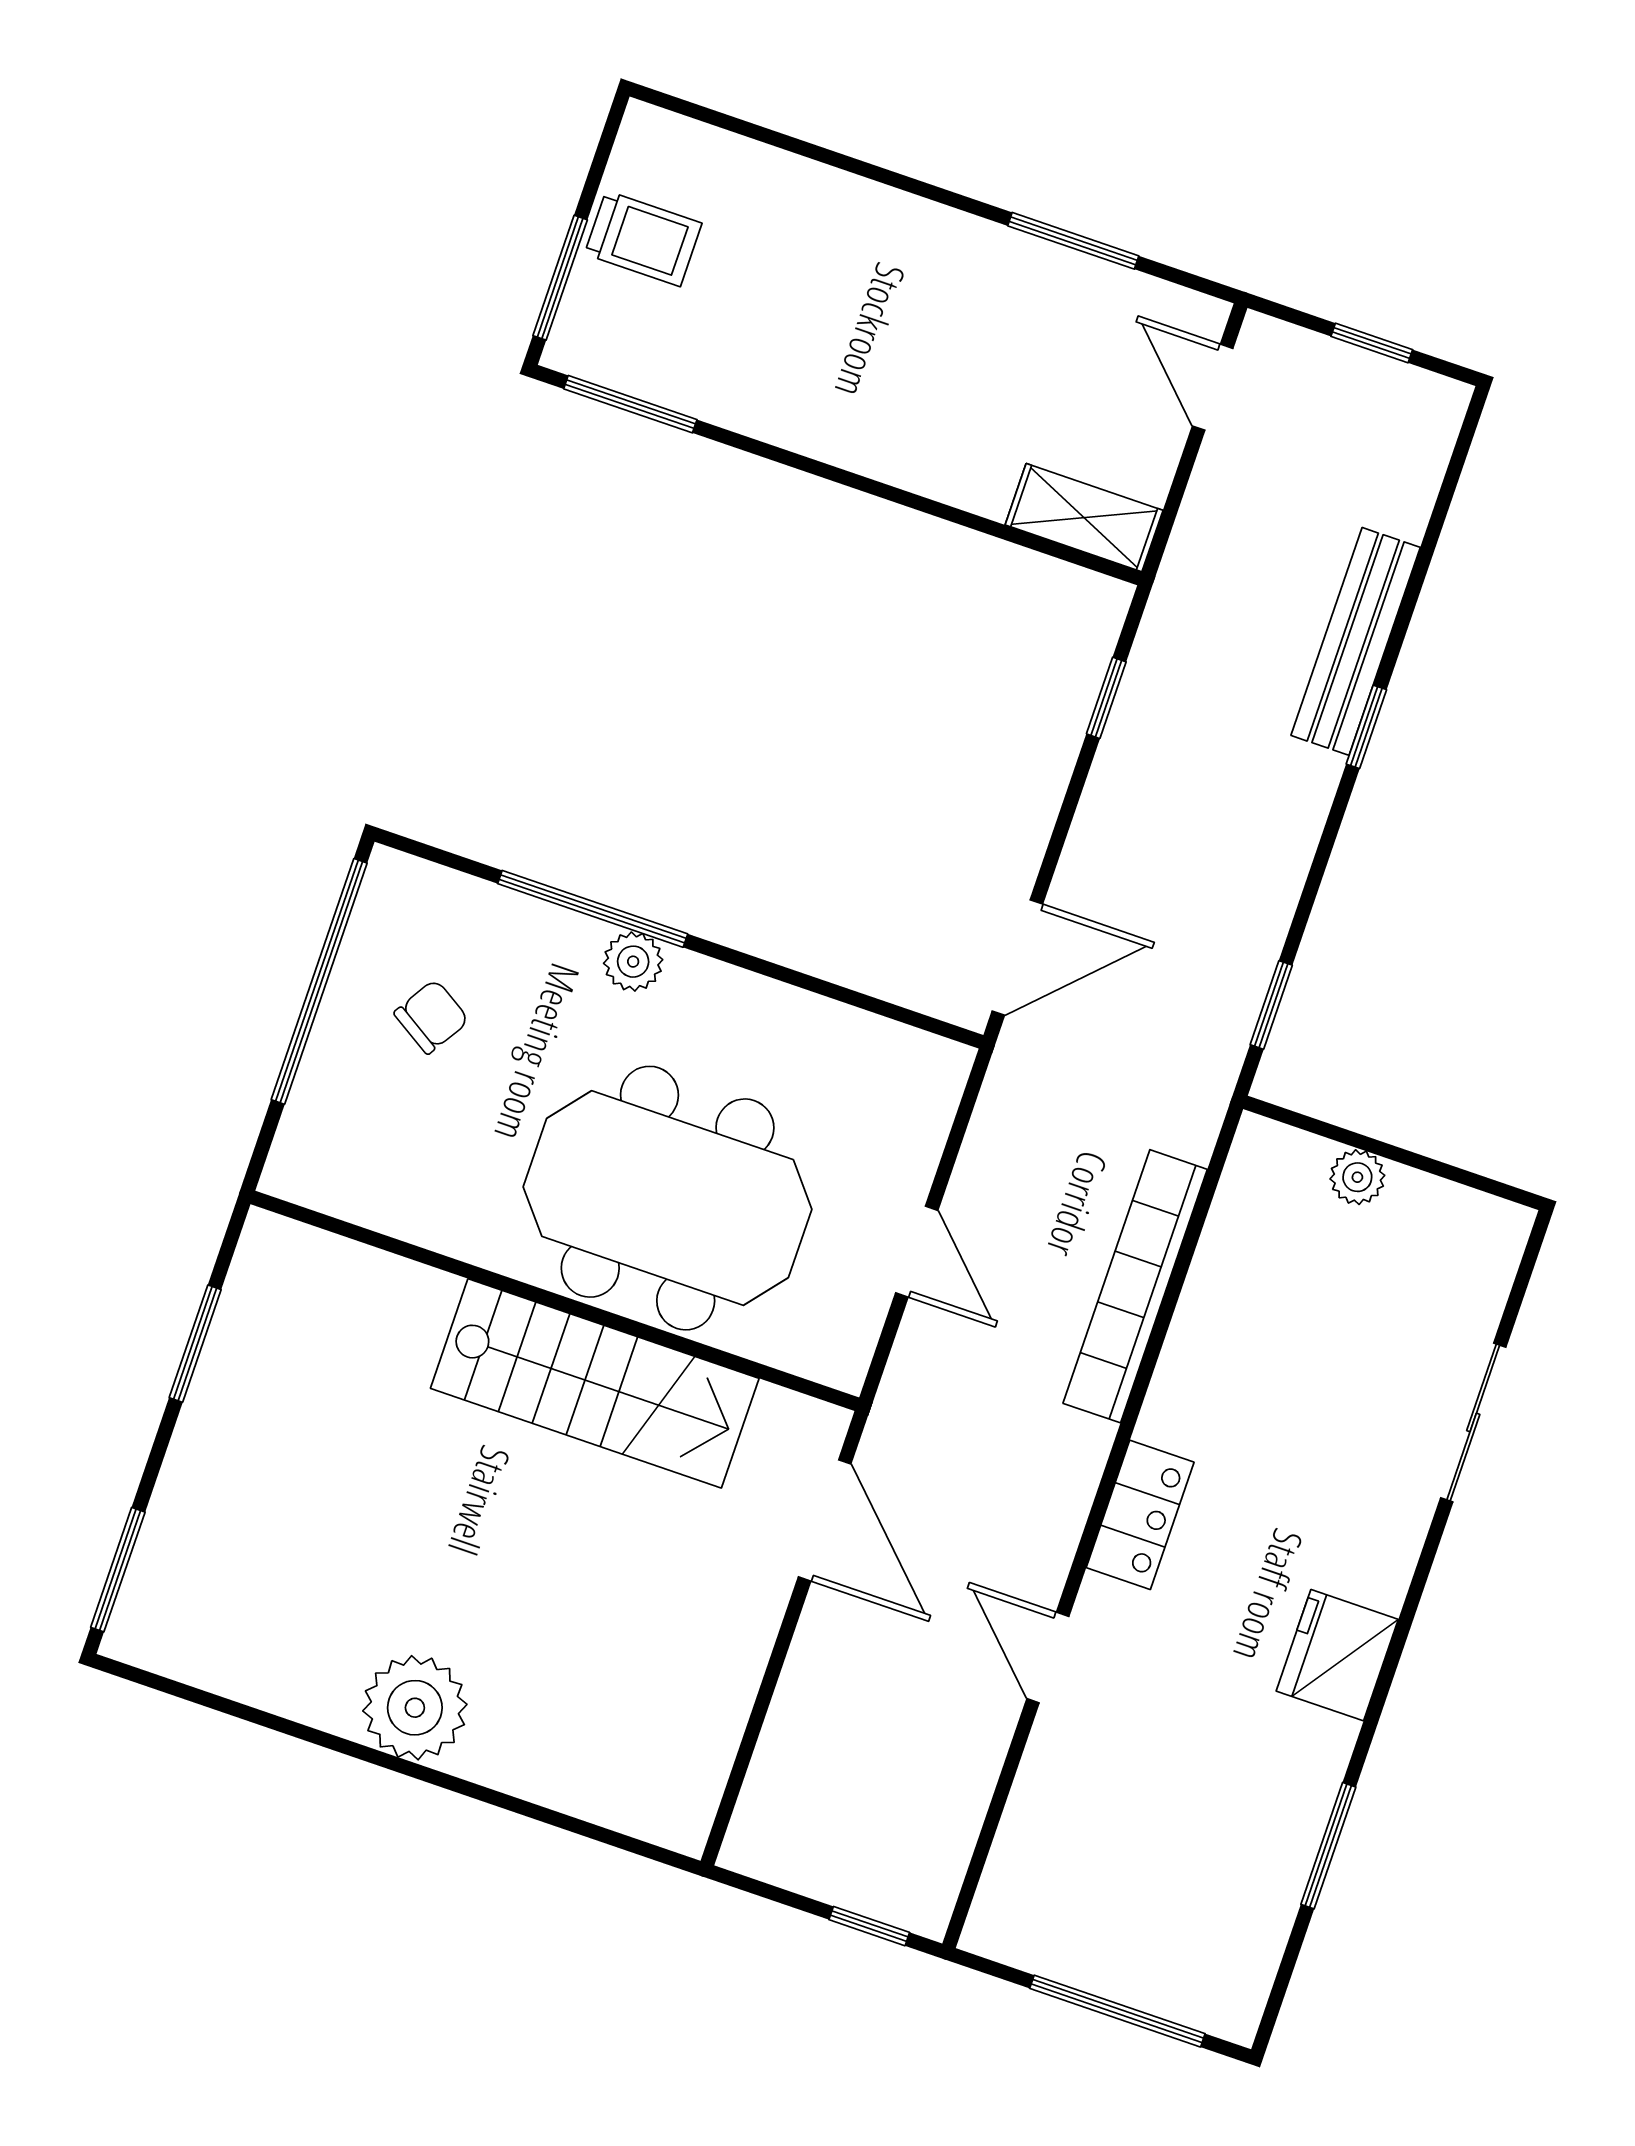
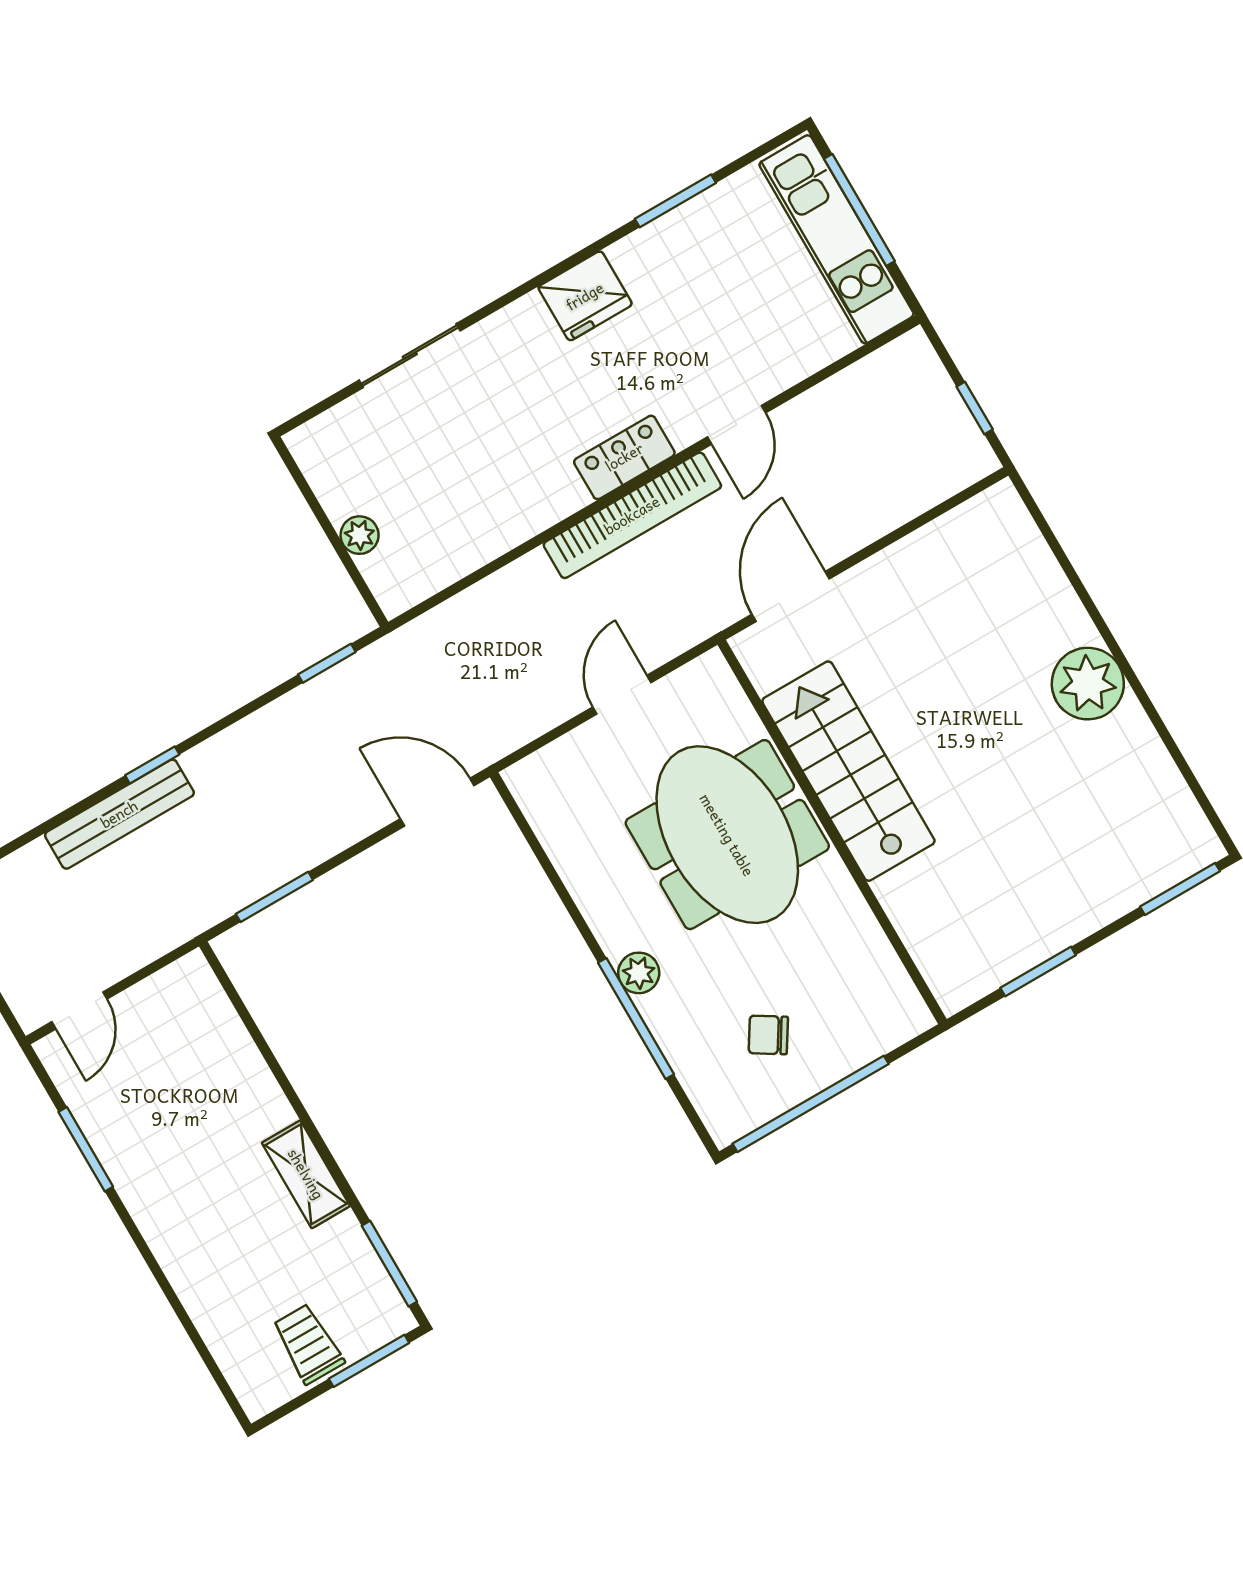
shelving: (1084, 518) -> (306, 1174), moved
window: (1106, 698) -> (274, 897), width x1.50
bookcase: (1135, 1286) -> (632, 515), moved
window: (869, 1926) -> (975, 408), moved
kitchen unit: (1115, 1957) -> (837, 239), added

